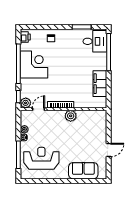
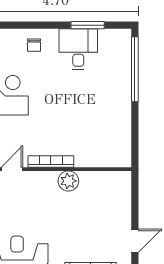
desk: (95, 41) -> (78, 49), moved, turned -90
filing cabinet: (100, 84) -> (119, 125), removed

